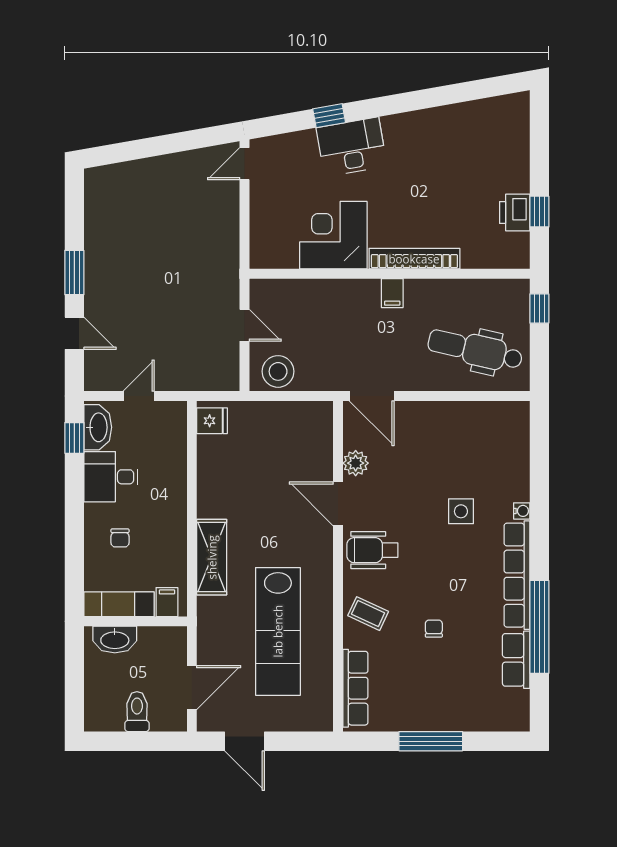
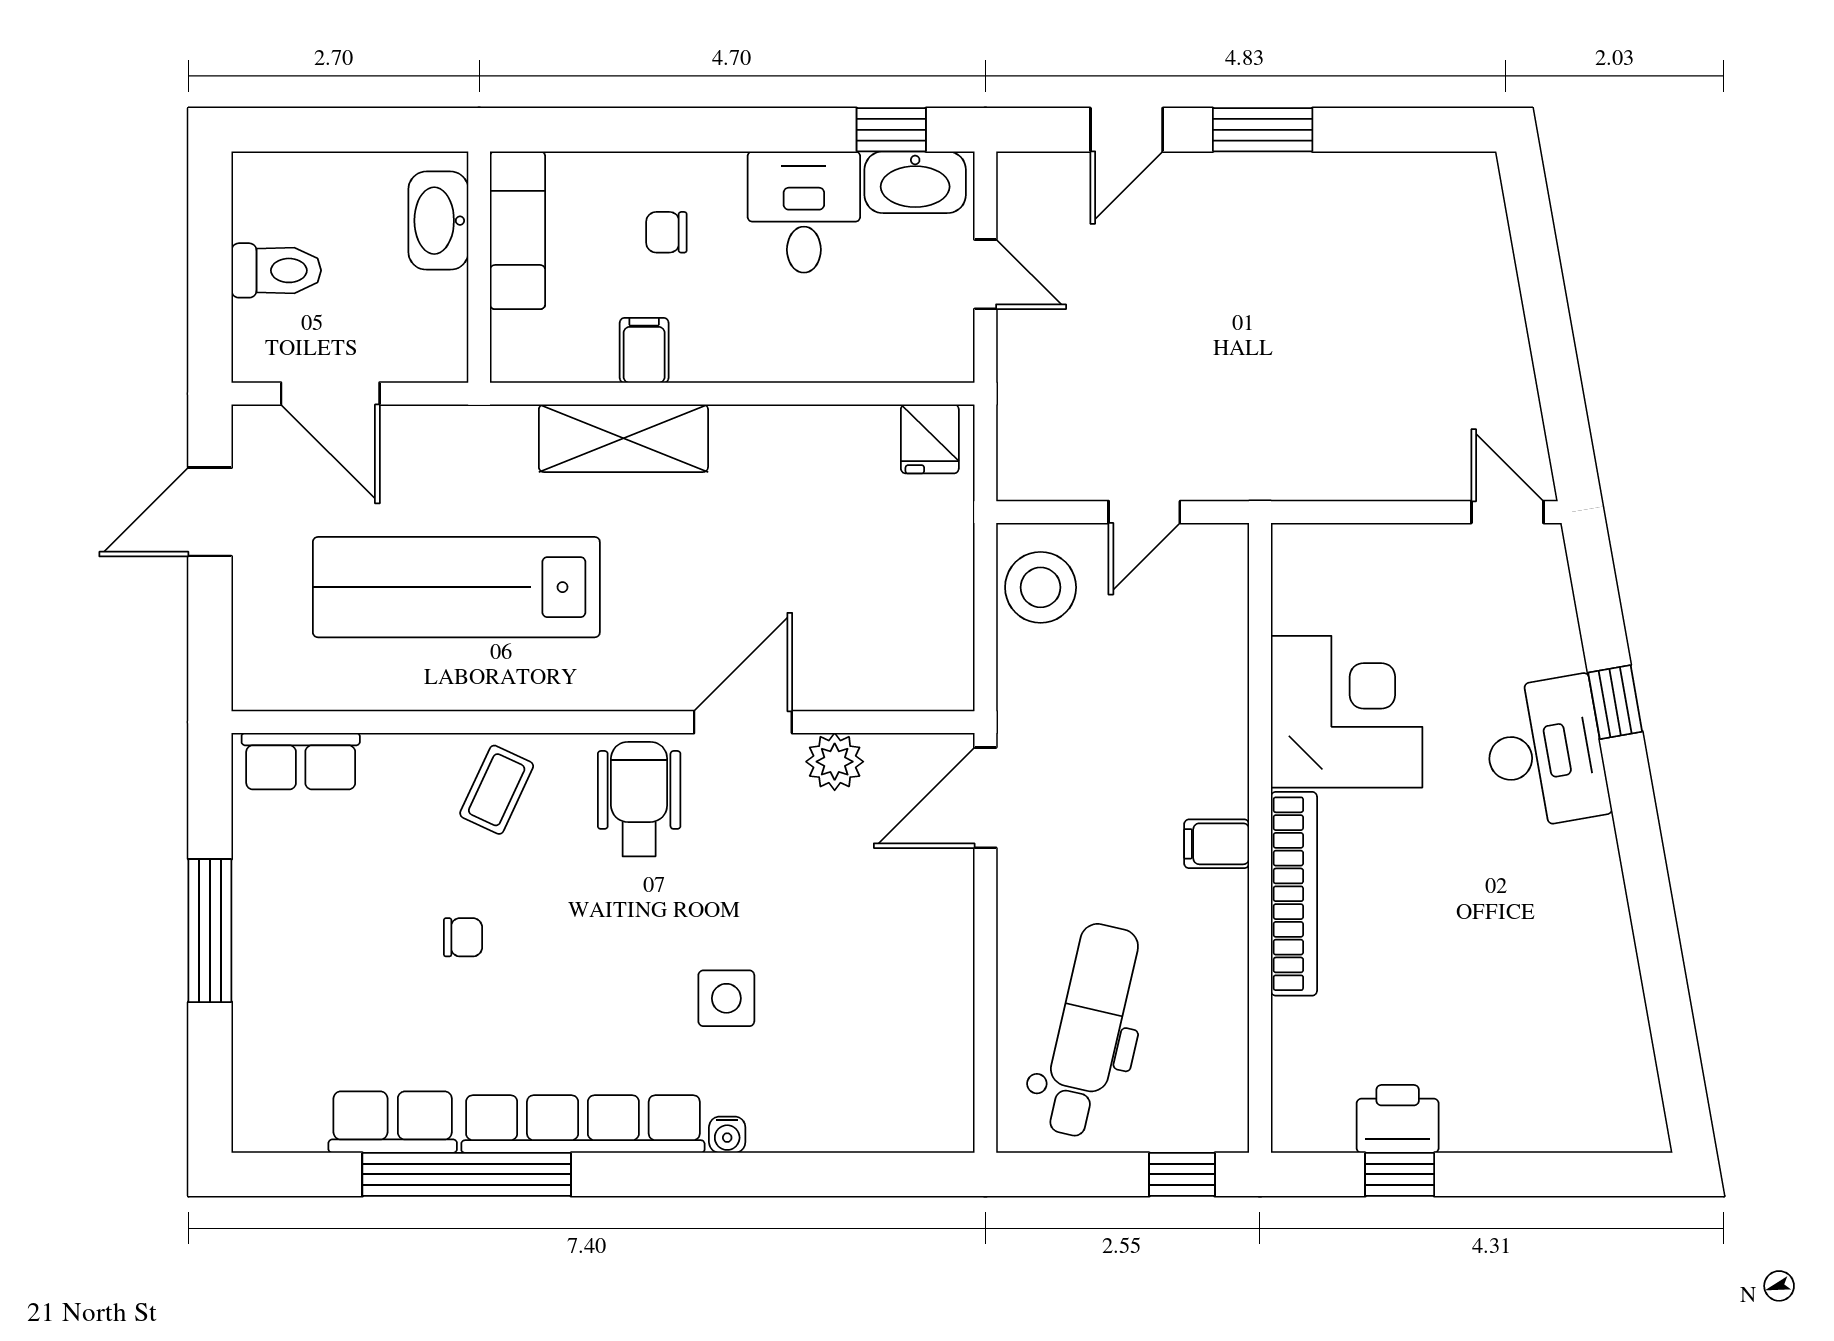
filing cabinet: (167, 602) -> (644, 350), moved, turned -90
row of seats: (355, 688) -> (301, 761), width x0.68

